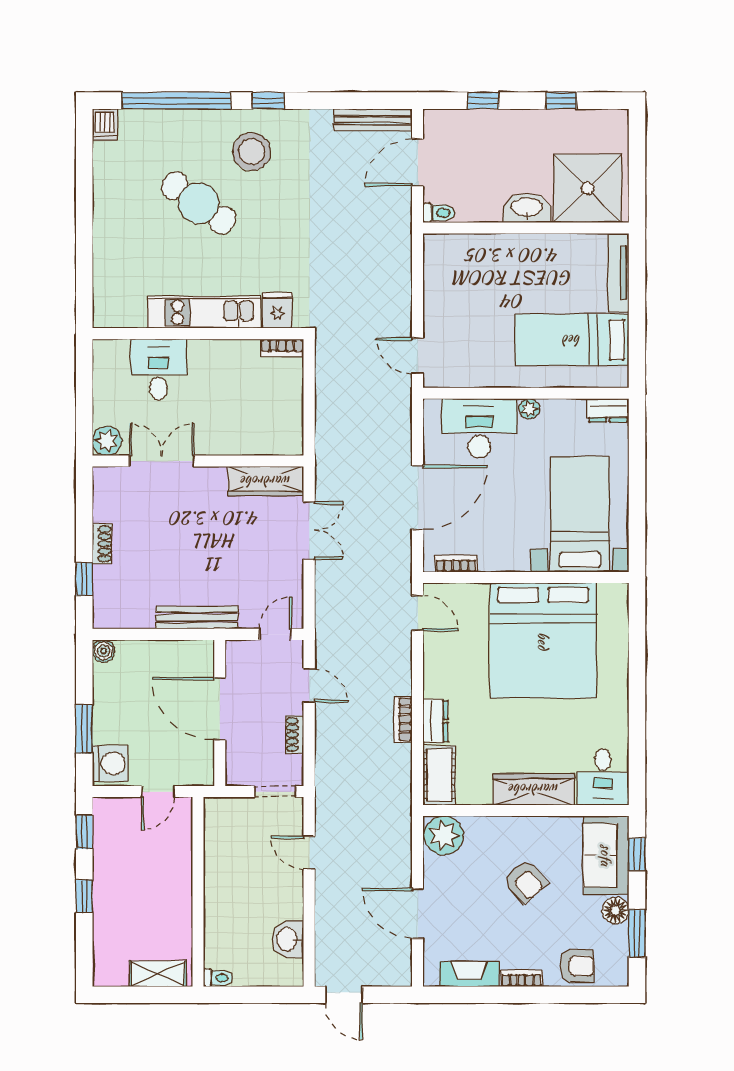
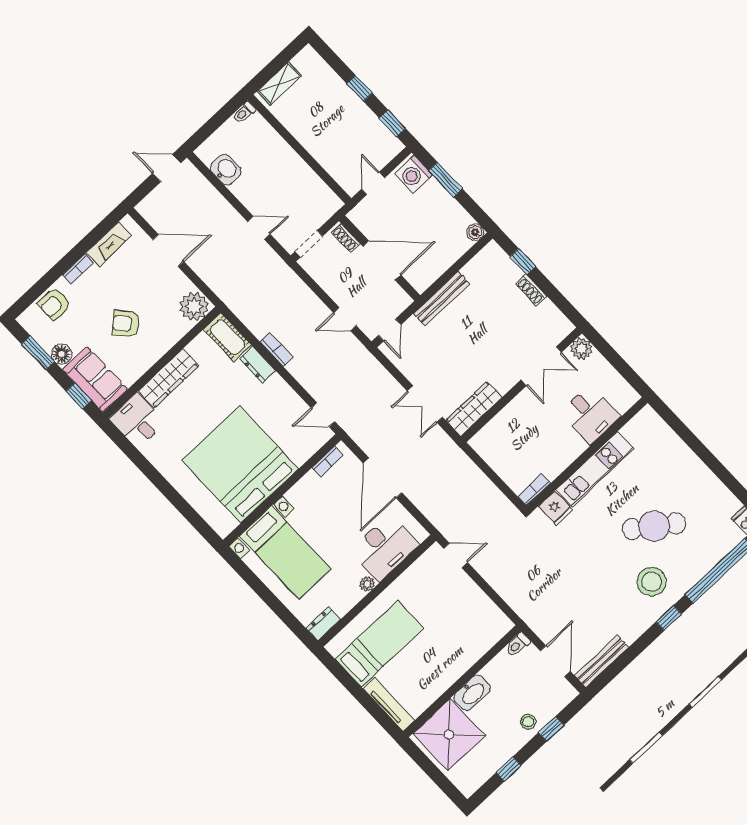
stool: (499, 129) -> (528, 722), added
shoe rack: (295, 735) -> (346, 238), moved, turned 180

